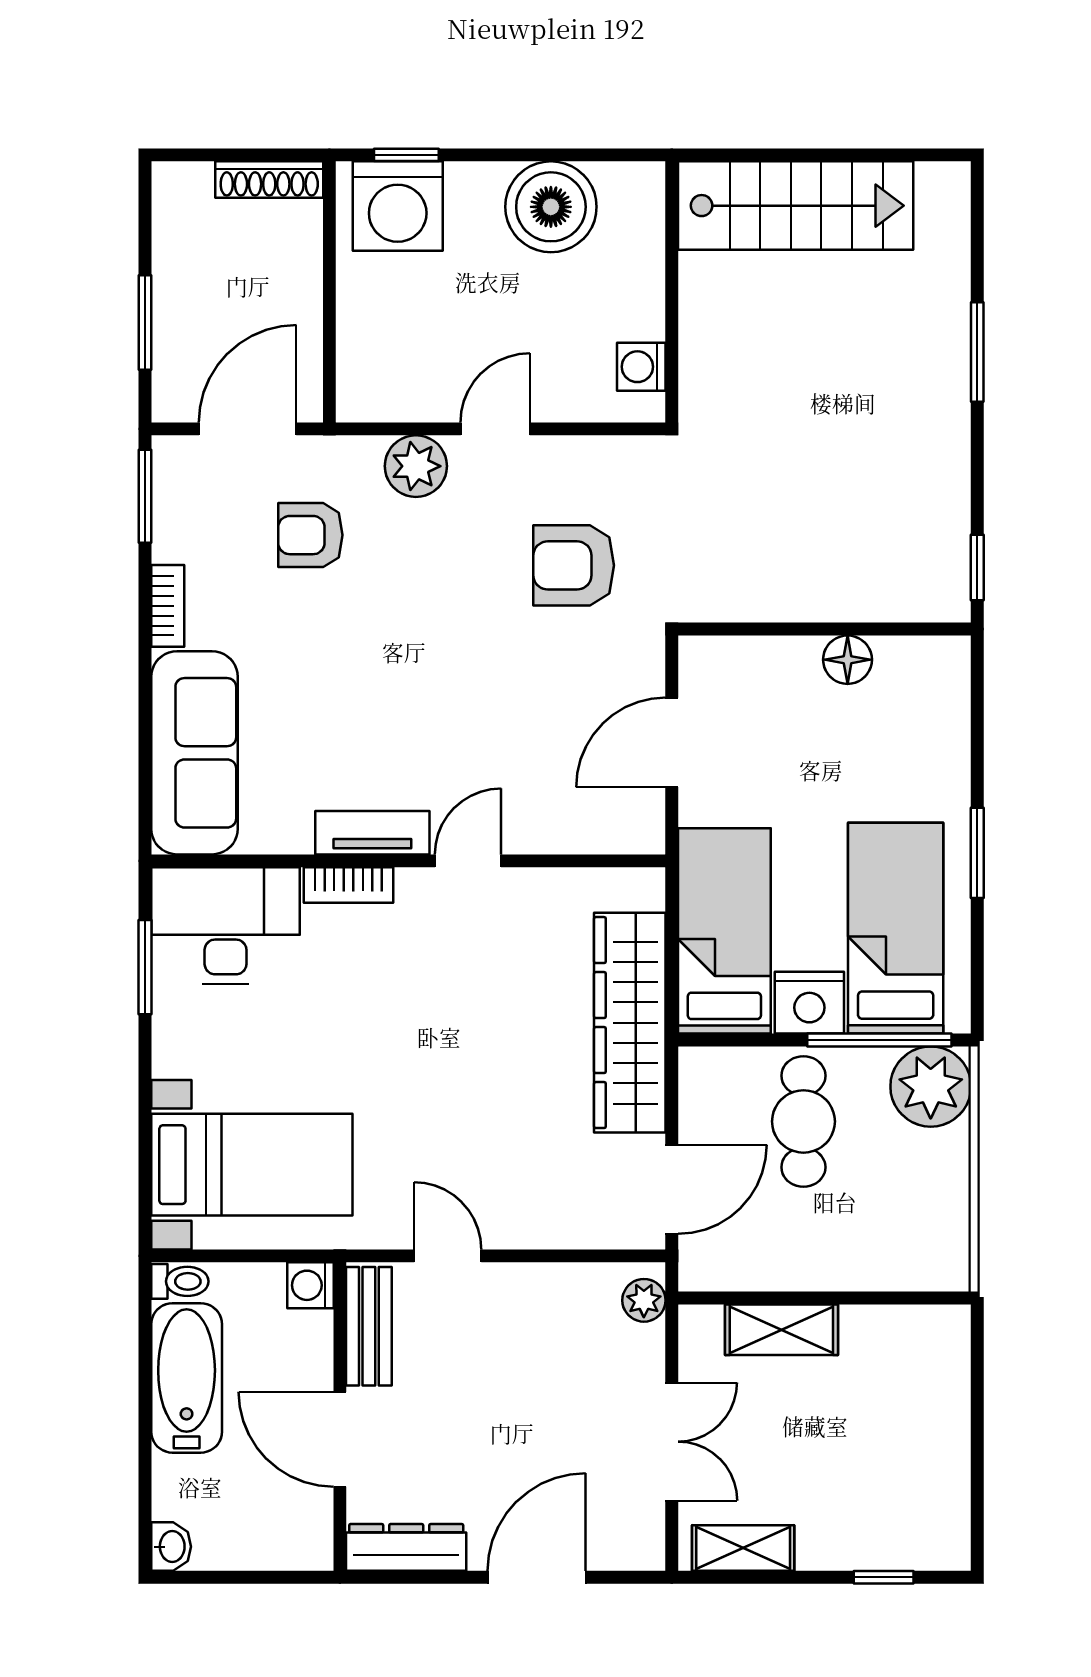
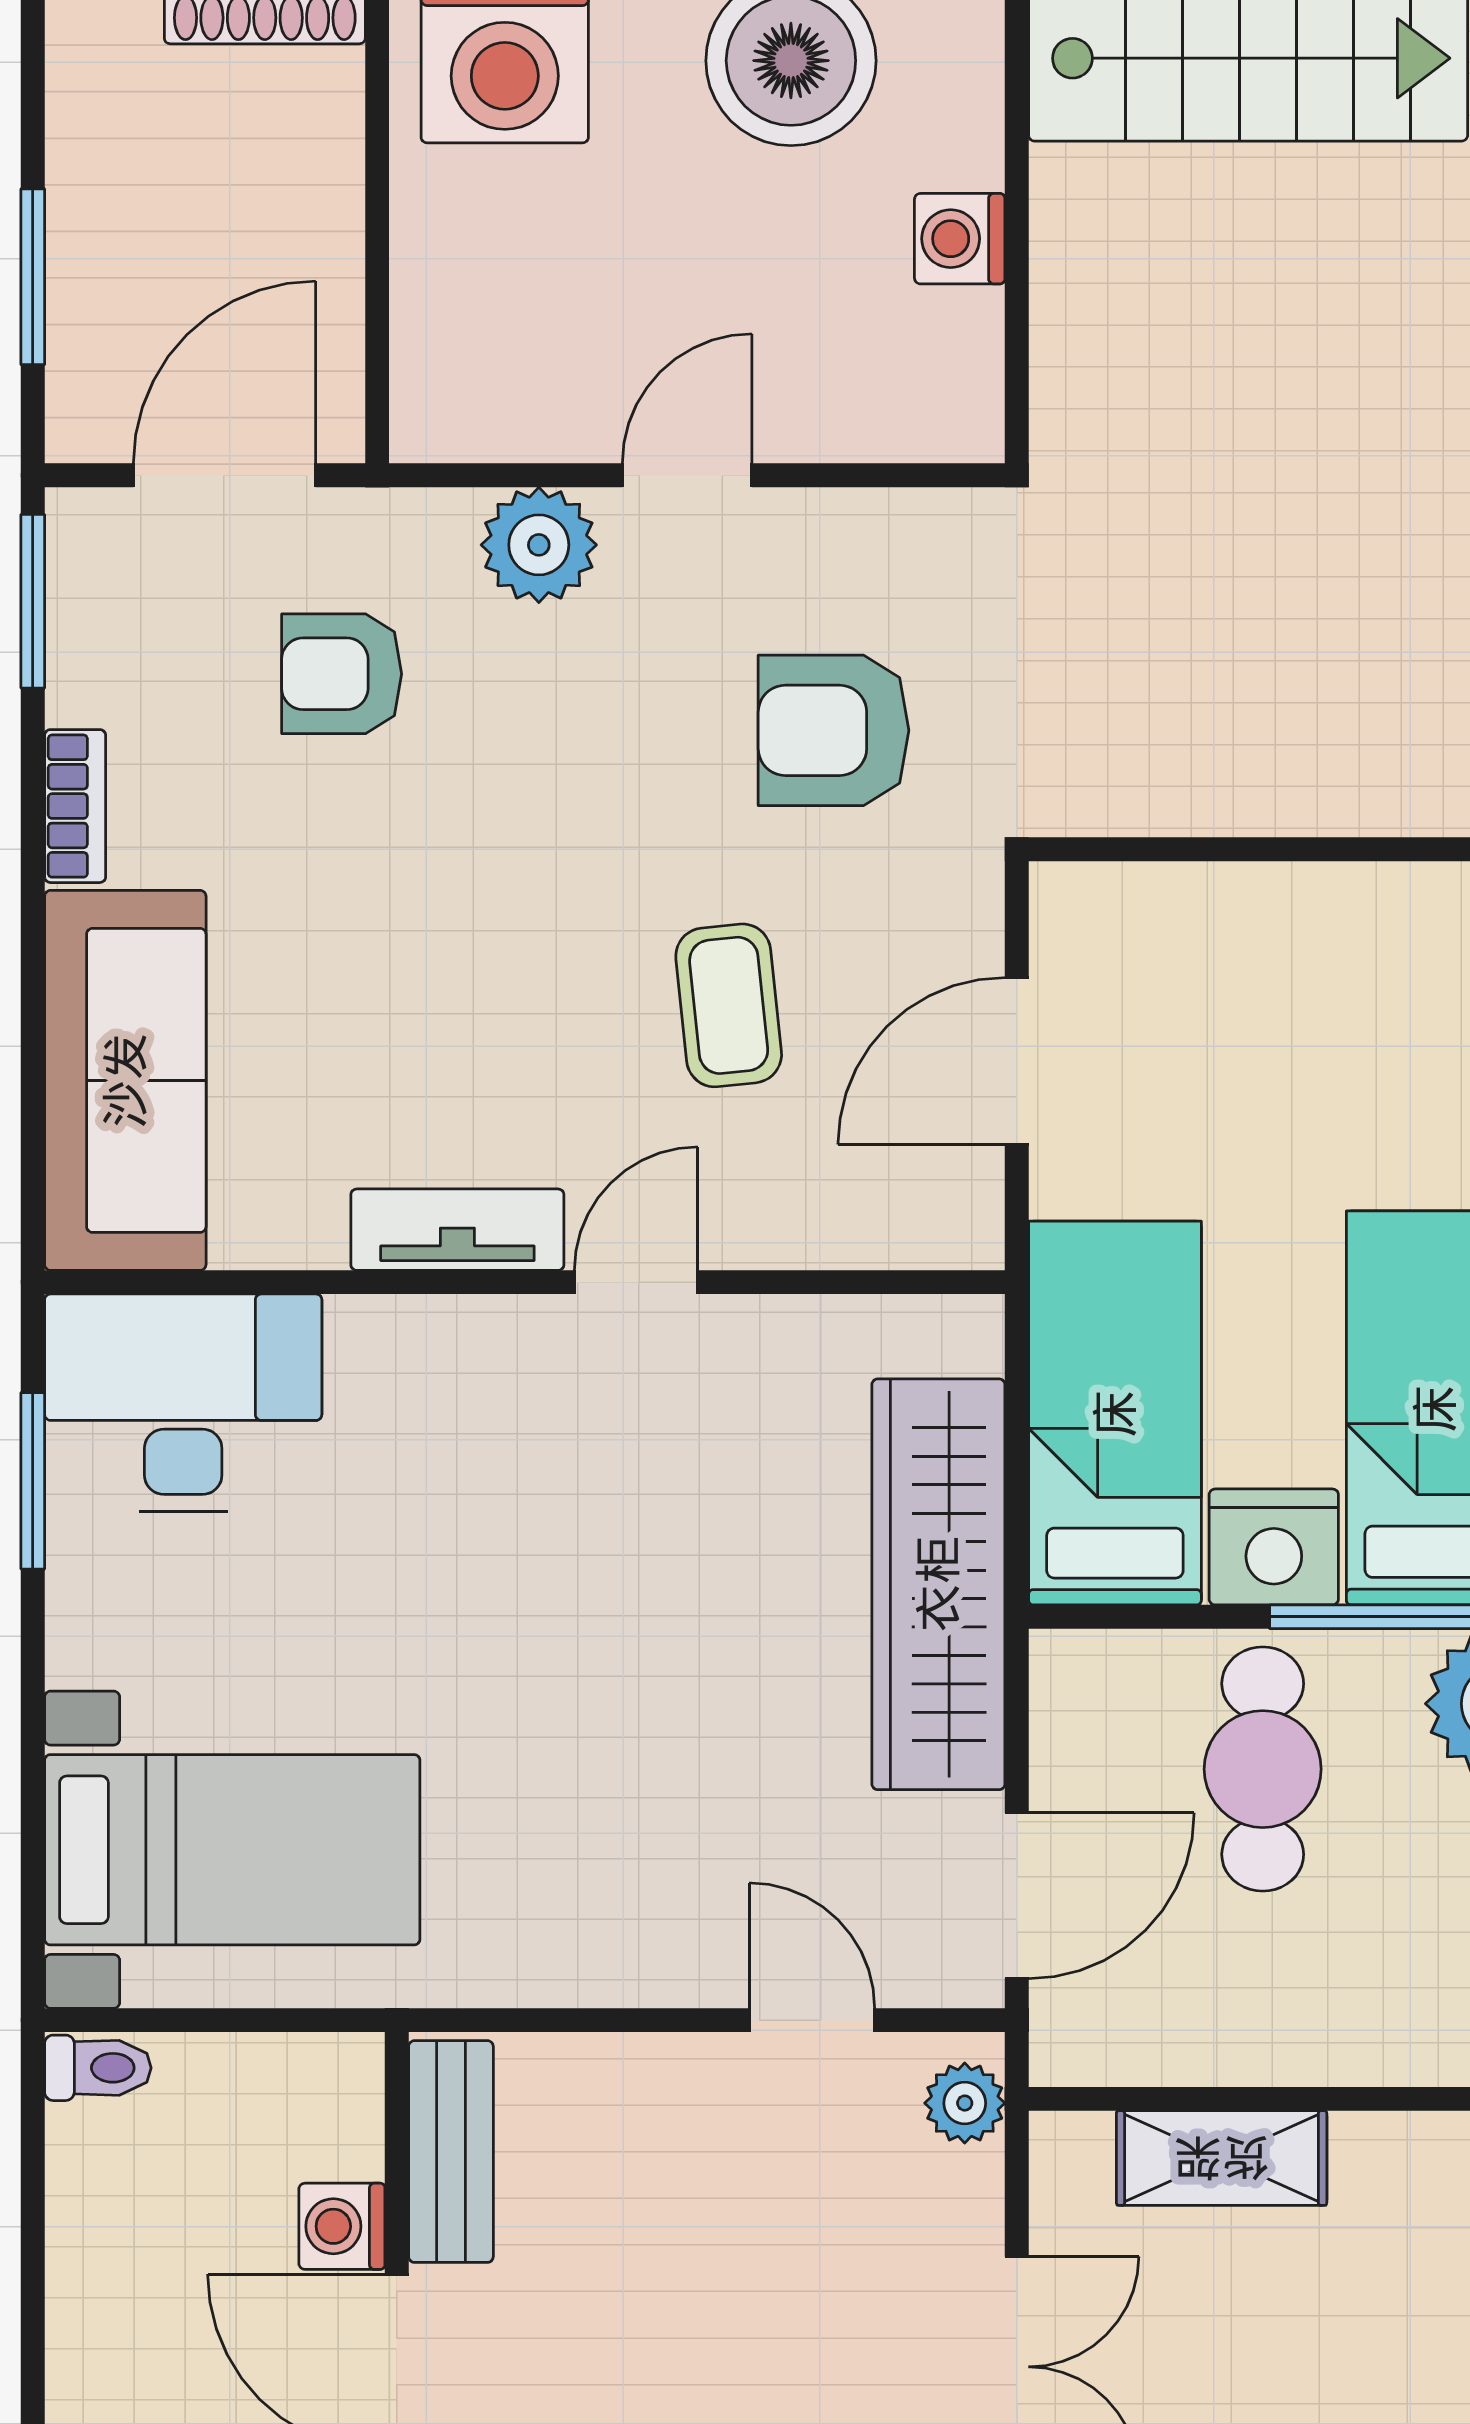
washing machine: (641, 367) -> (960, 239), moved
floor lamp: (848, 660) -> (1345, 906), removed
coffee table: (518, 713) -> (729, 1005), added
bookcase: (348, 885) -> (413, 1327), removed
door: (448, 1256) -> (812, 2020), moved
washing machine: (311, 1285) -> (342, 2226), moved
bathtub: (187, 1378) -> (110, 2248), removed

